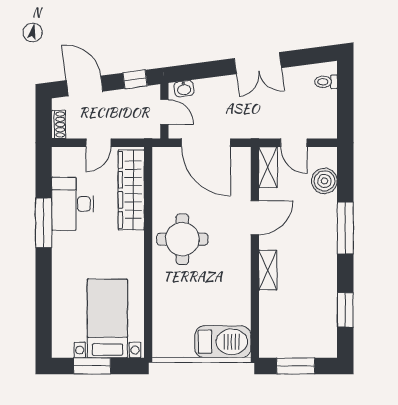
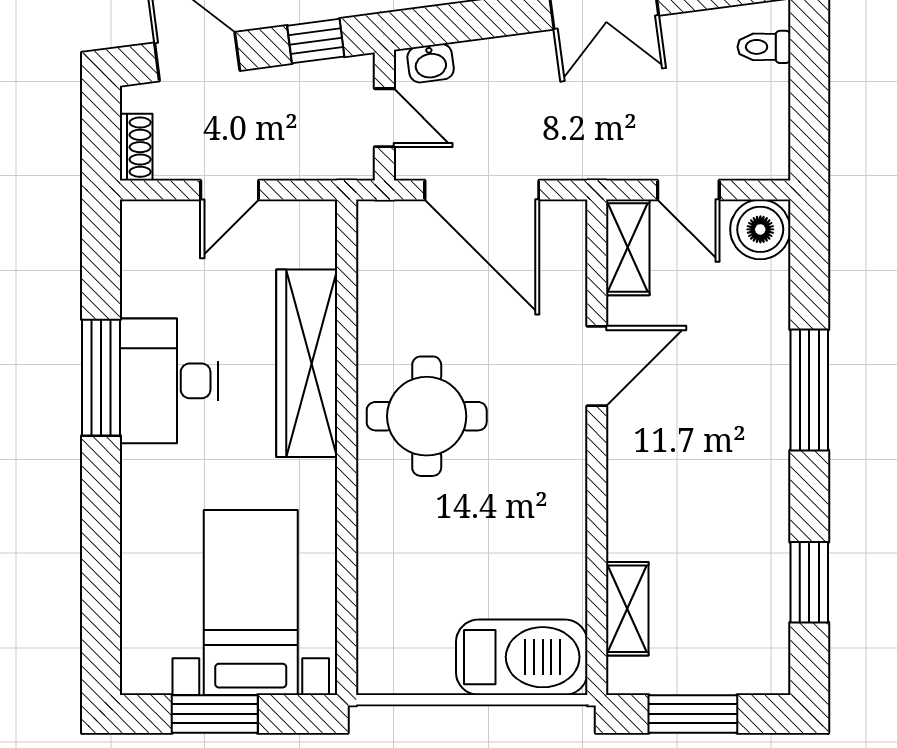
boiler: (324, 181) -> (760, 229), moved
wardrobe: (131, 190) -> (307, 363), moved
desk: (73, 204) -> (169, 381), moved
shelving: (268, 270) -> (627, 609), moved

